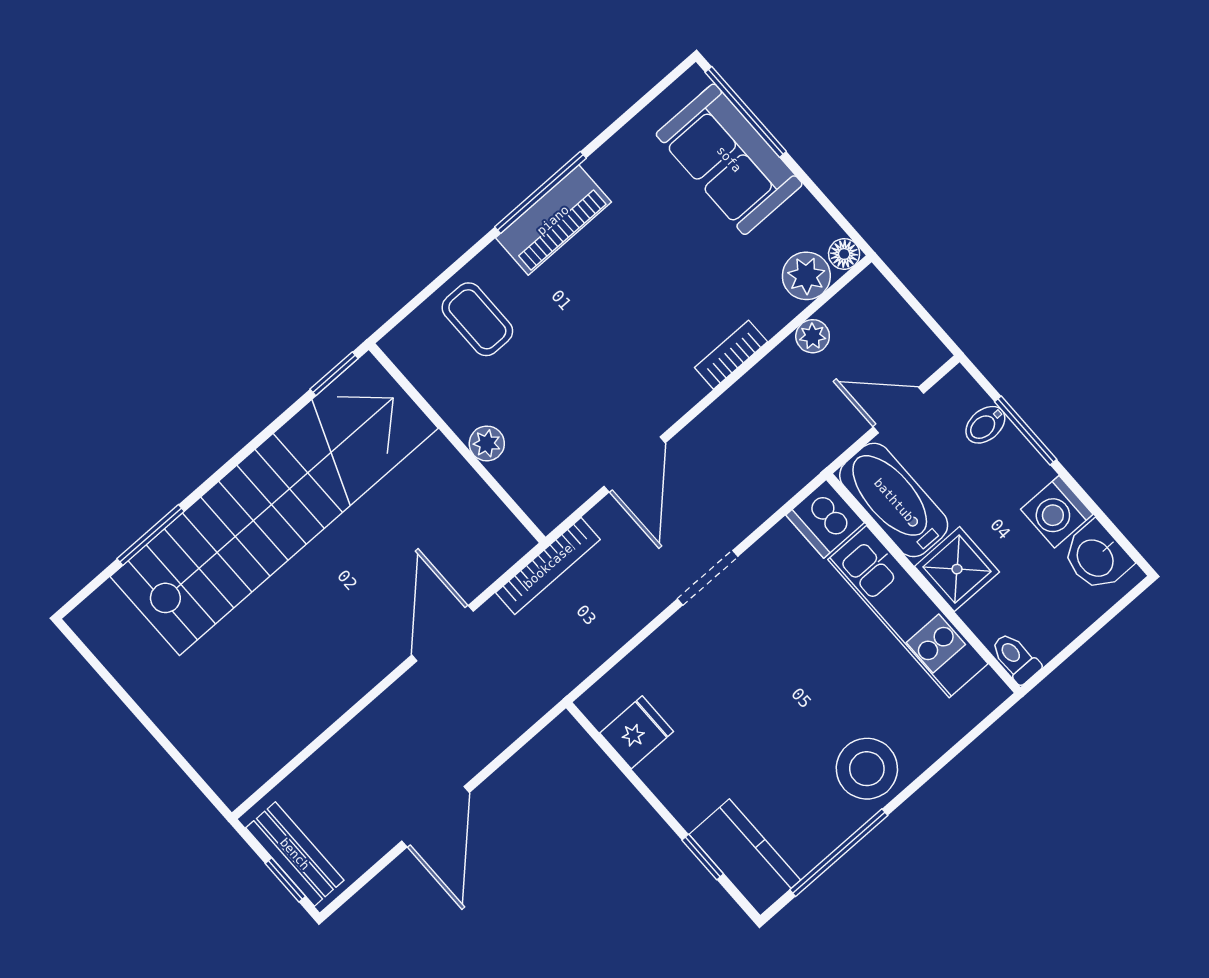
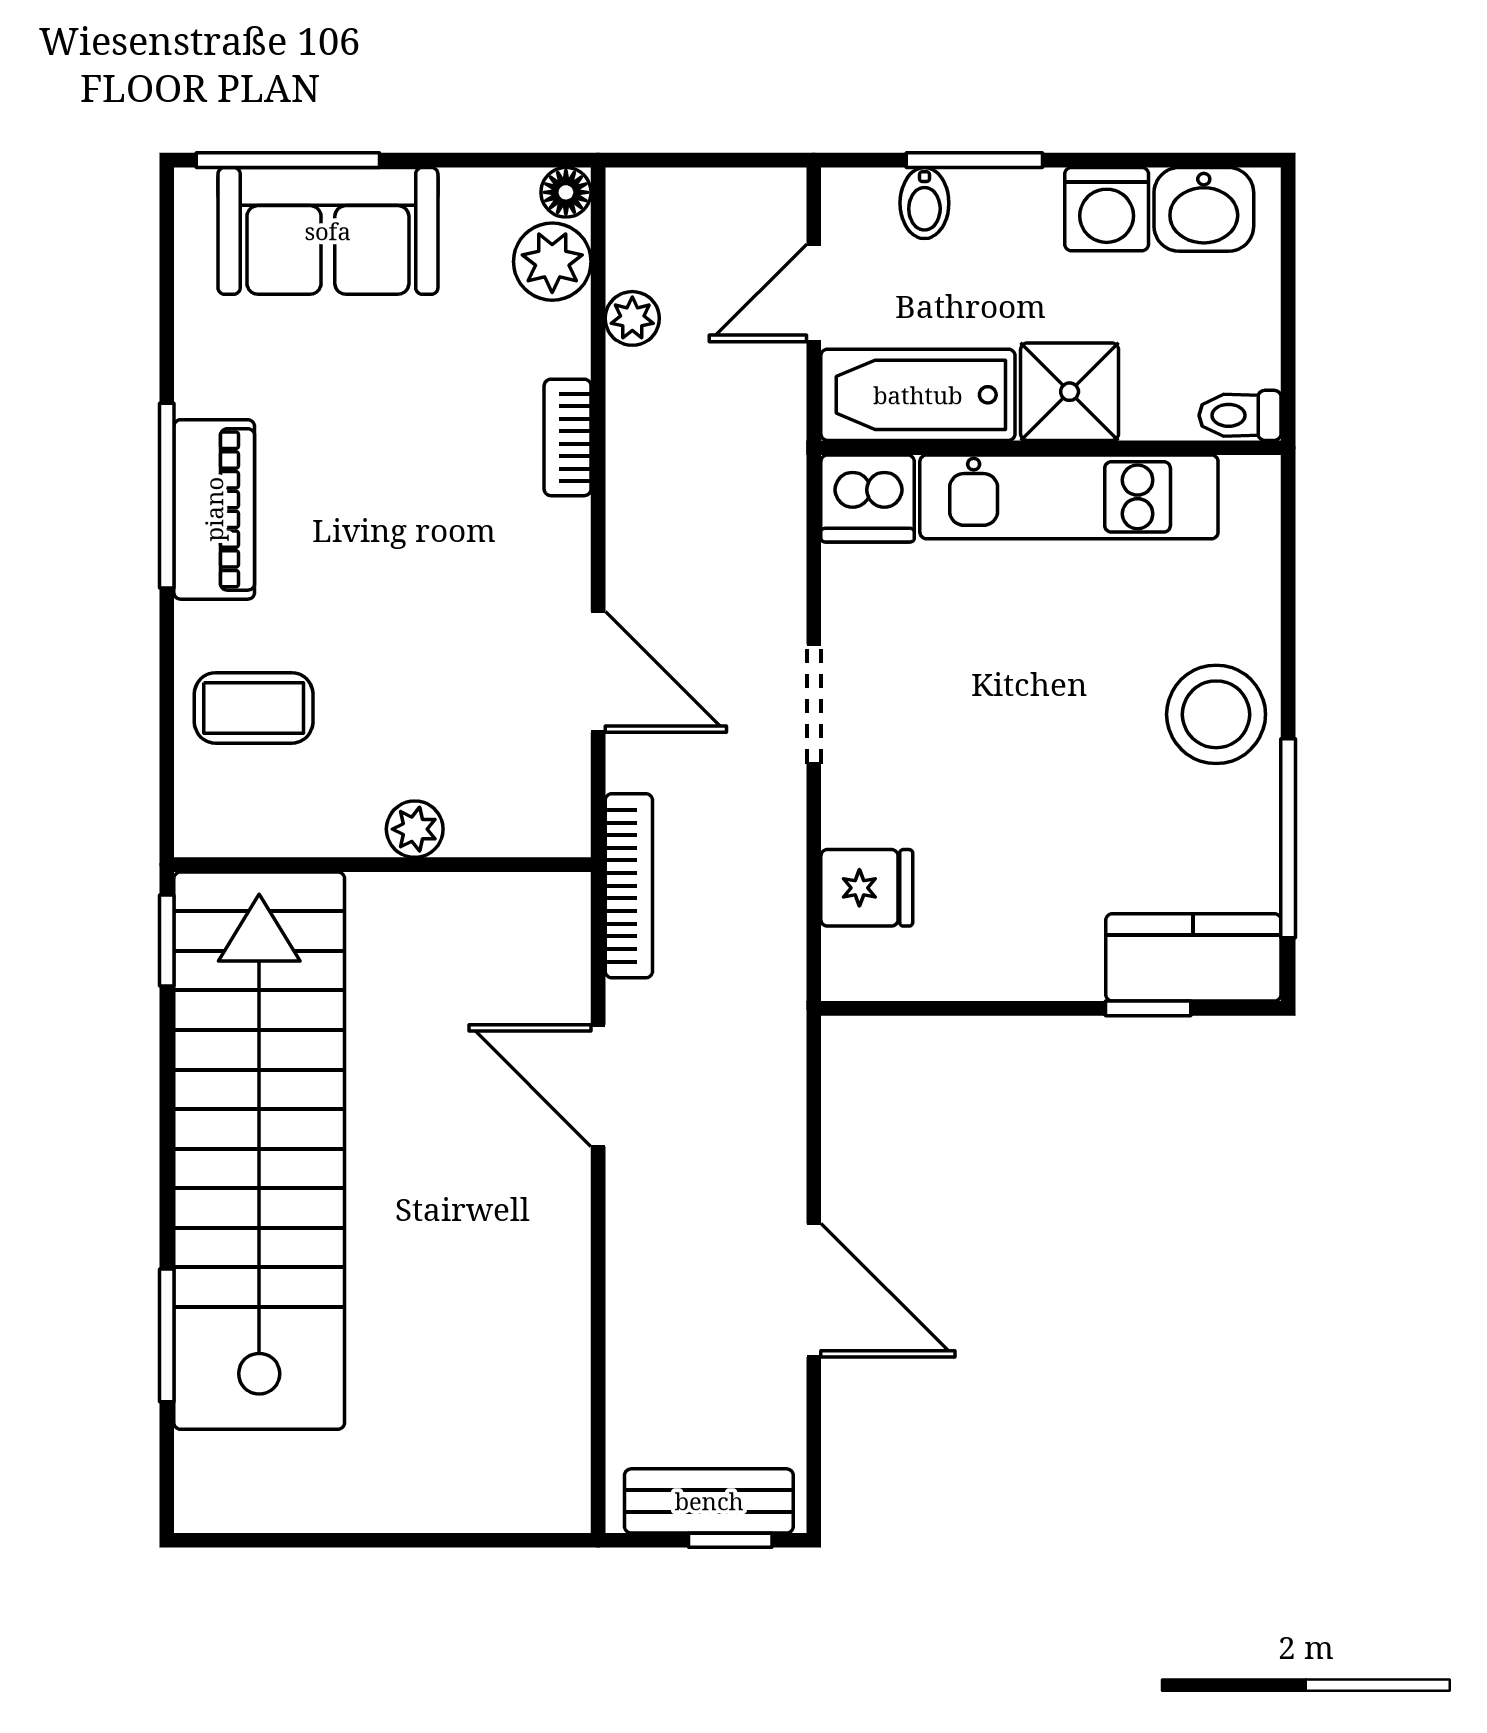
fridge: (637, 732) -> (867, 888), moved, turned 90

